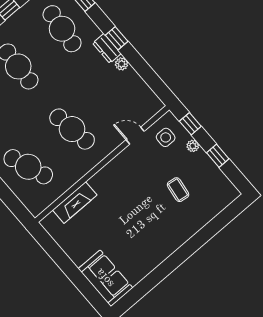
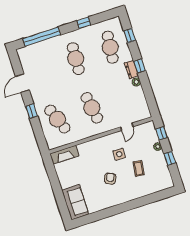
door: (135, 136) -> (127, 127), swing flipped
side table: (166, 137) -> (119, 154), moved
fireplace: (75, 203) -> (64, 155), moved
armchair: (142, 222) -> (110, 179), added

